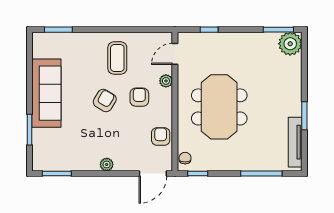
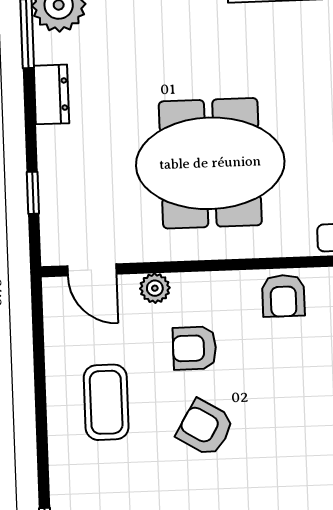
dresser: (252, 39) -> (51, 94), added
coffee table: (117, 58) -> (106, 402), turned 90
armchair: (161, 136) -> (283, 296), turned -90

